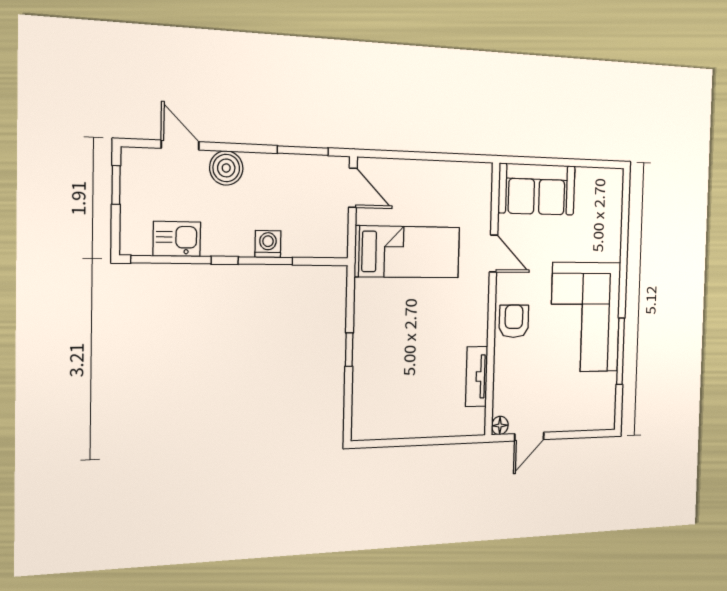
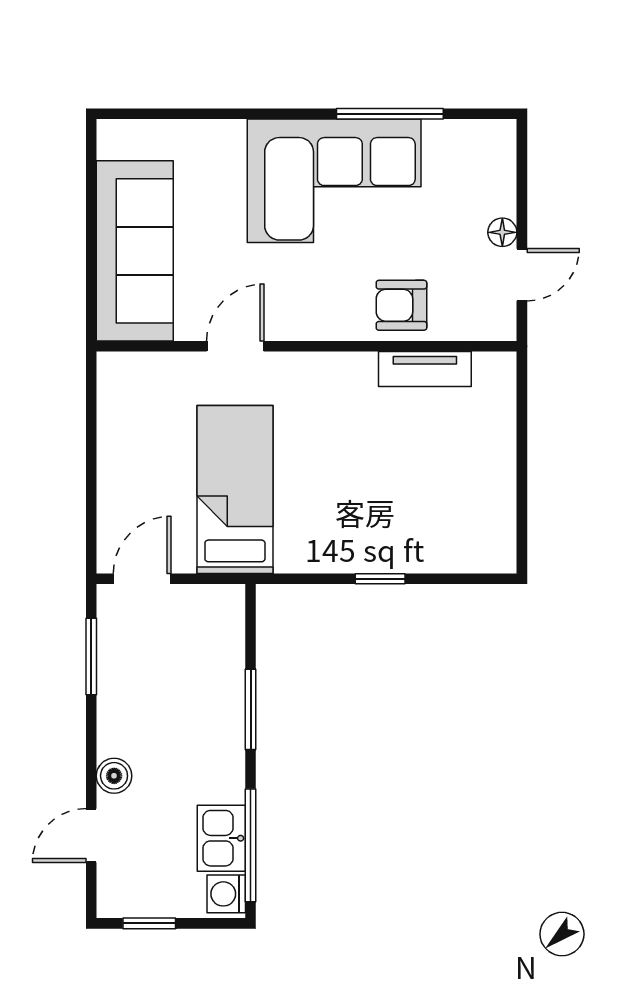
boiler: (226, 168) -> (114, 776), width x0.73, depth x0.73
sofa: (537, 189) -> (135, 251), width x1.36
washing machine: (268, 244) -> (226, 894), moved
armchair: (514, 321) -> (401, 305), moved
floor lamp: (500, 425) -> (502, 232), moved
door: (529, 437) -> (522, 275), hinge flipped

